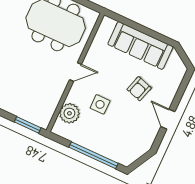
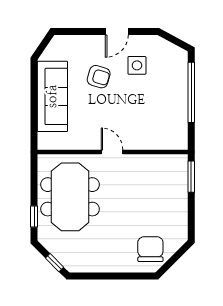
side table: (100, 104) -> (137, 65), moved
plant: (69, 113) -> (159, 138), removed

